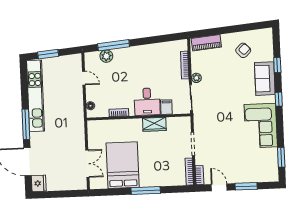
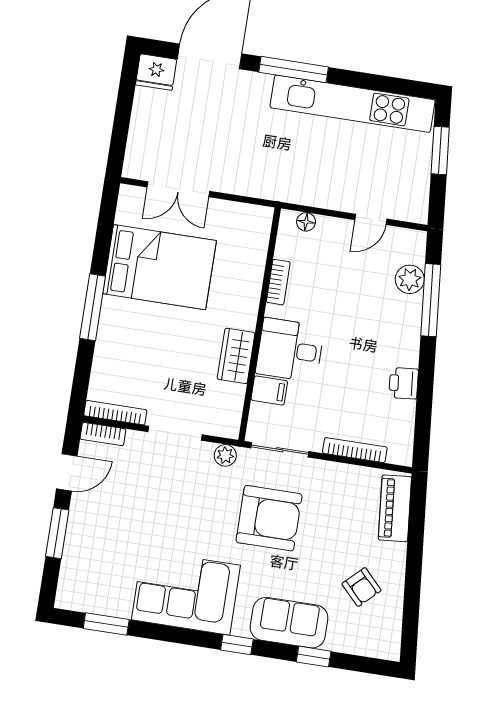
printer: (152, 50) -> (404, 383), added
plant: (196, 78) -> (225, 455), moved
armchair: (221, 96) -> (269, 518), added

